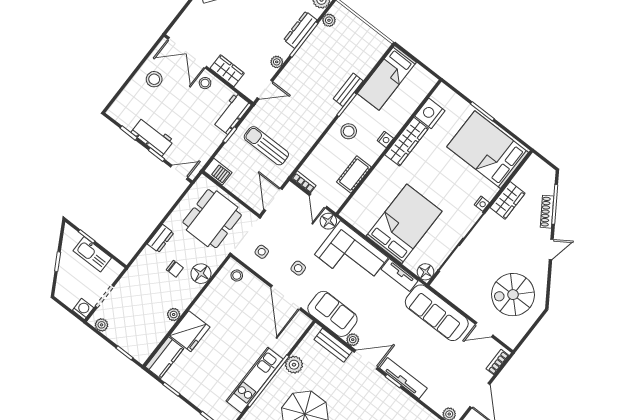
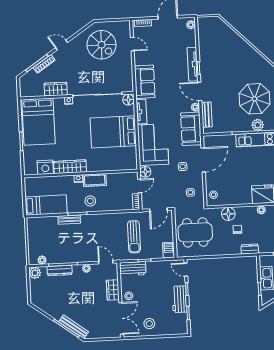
cot: (354, 174) -> (95, 180), moved
dresser: (161, 238) -> (250, 249), moved
sofa: (437, 313) -> (145, 82), width x0.73
plant: (294, 365) -> (258, 125), moved

